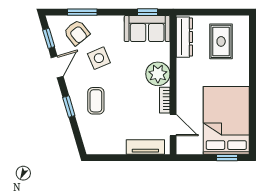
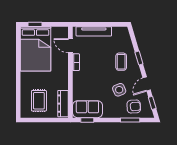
armchair: (77, 33) -> (134, 107), turned 125
plant: (158, 74) -> (80, 79), removed
tv unit: (145, 147) -> (94, 31), width x1.41

